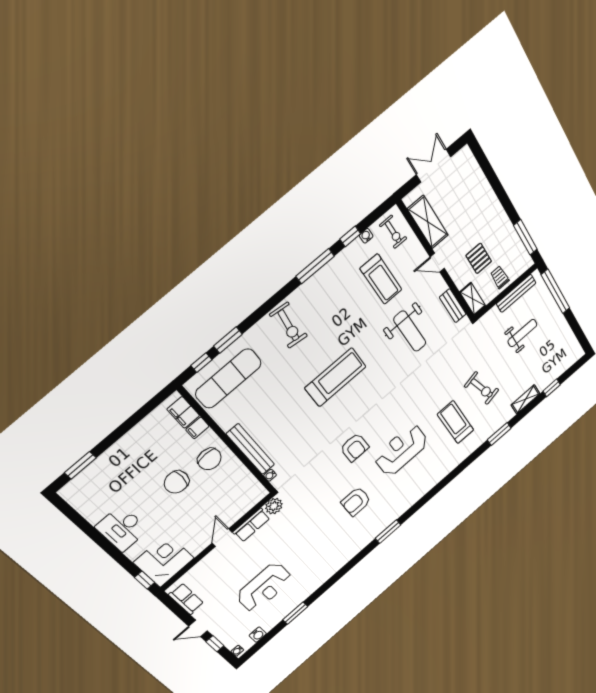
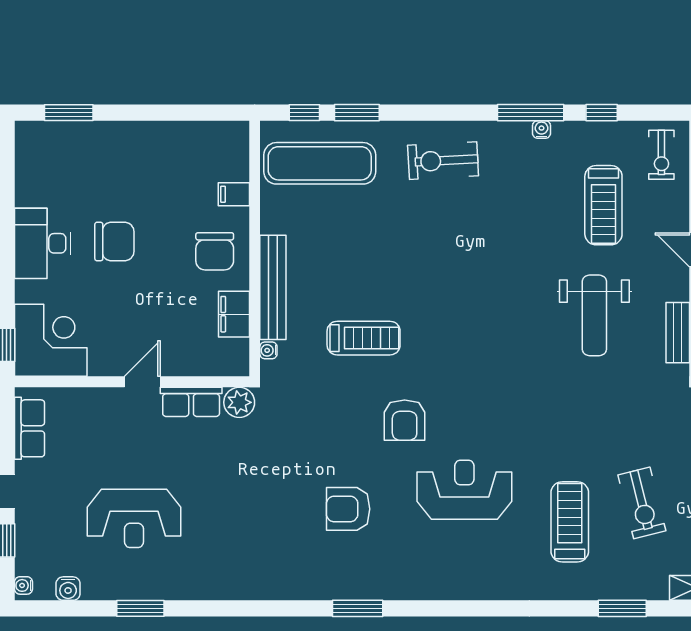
water cooler: (366, 236) -> (542, 129), moved
exercise bike: (288, 325) -> (443, 161), turned 80
treadmill: (335, 377) -> (364, 338), moved, width x0.73, depth x0.73
filing cabinet: (183, 412) -> (234, 314), moved
chair: (177, 482) -> (114, 242), moved, turned 180

